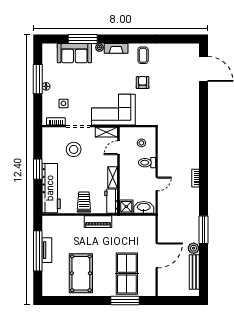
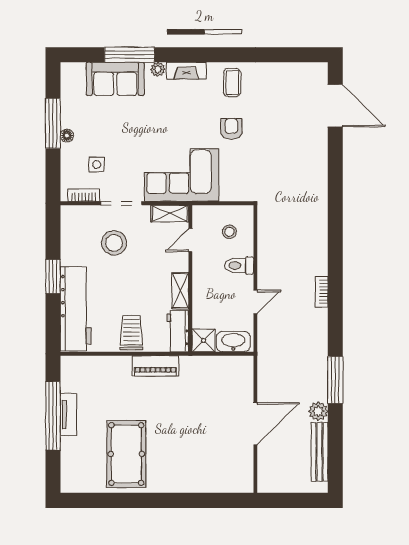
table tennis table: (127, 274) -> (205, 454), removed
window: (125, 301) -> (201, 500), removed

